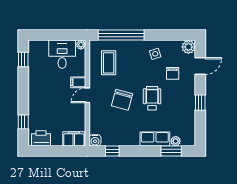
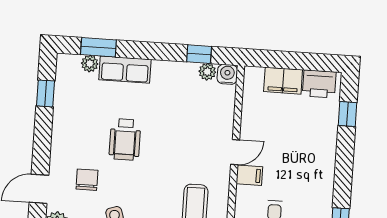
chair: (122, 100) -> (176, 140), removed
window: (200, 103) -> (46, 93), moved
filing cabinet: (74, 139) -> (283, 81), moved
plant: (107, 141) -> (207, 72), added

